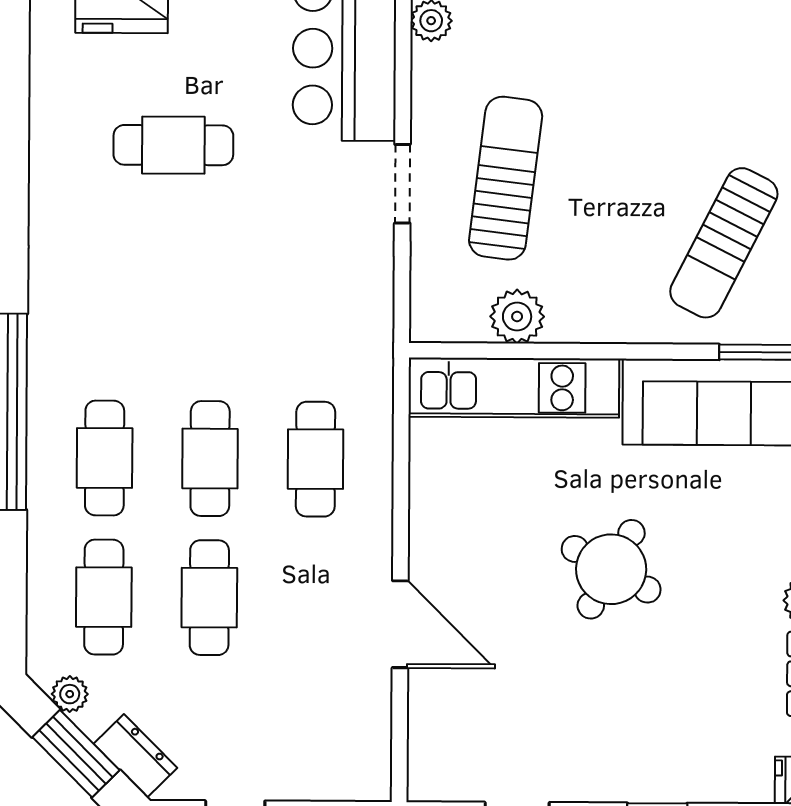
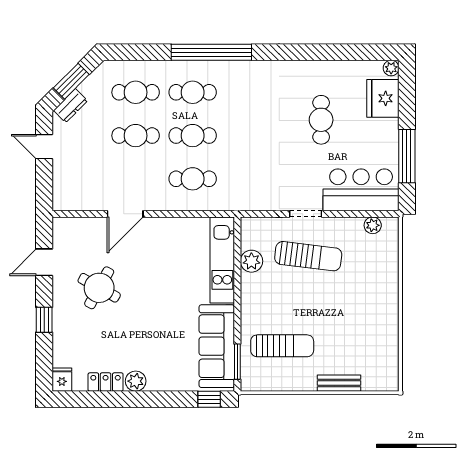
sun lounger: (724, 243) -> (282, 346), turned 153
round table: (611, 569) -> (99, 288), moved
plant: (70, 694) -> (96, 79), removed

